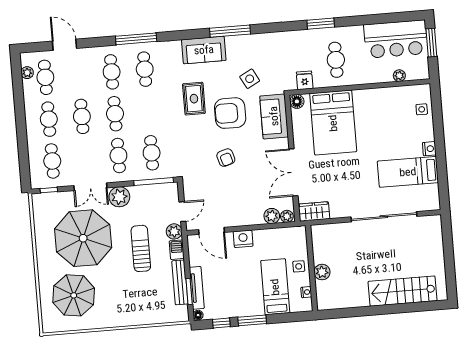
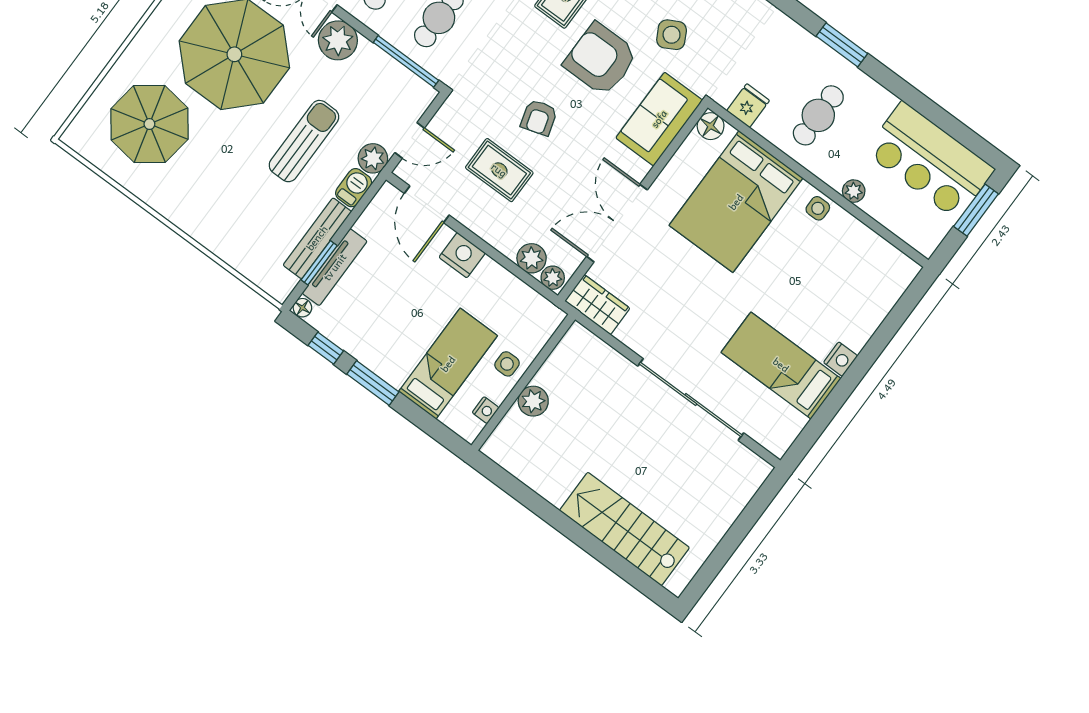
plant: (399, 76) -> (854, 191), moved
side table: (422, 109) -> (818, 208), moved
rug: (228, 192) -> (499, 170), added

